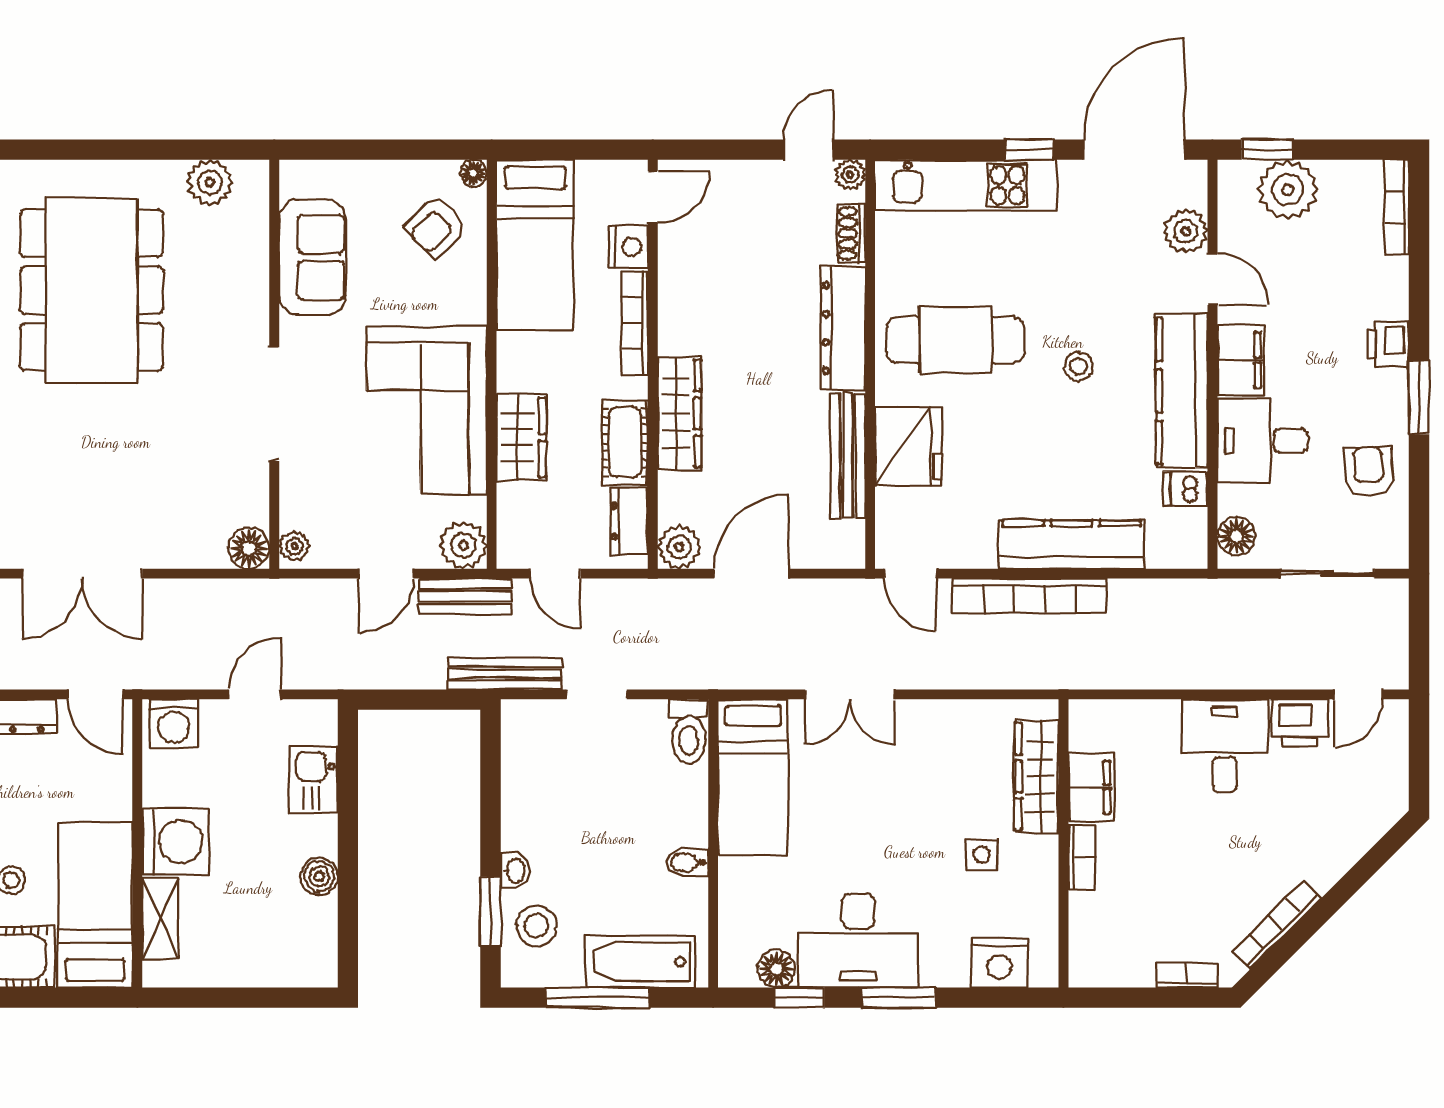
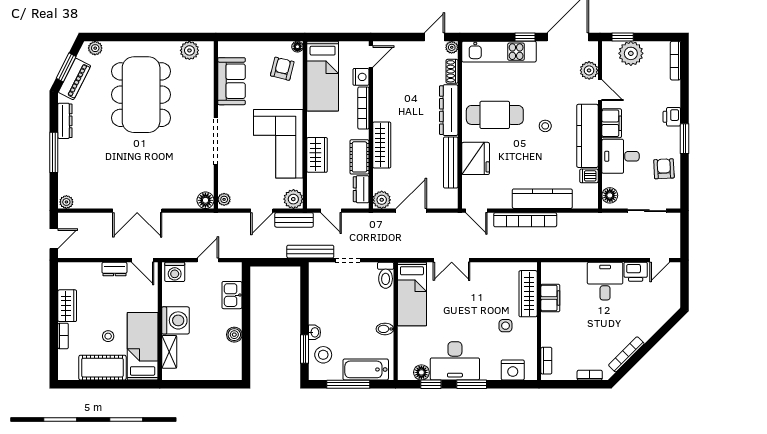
armchair: (436, 227) -> (282, 69), turned 149
bookcase: (1081, 857) -> (546, 361), moved

